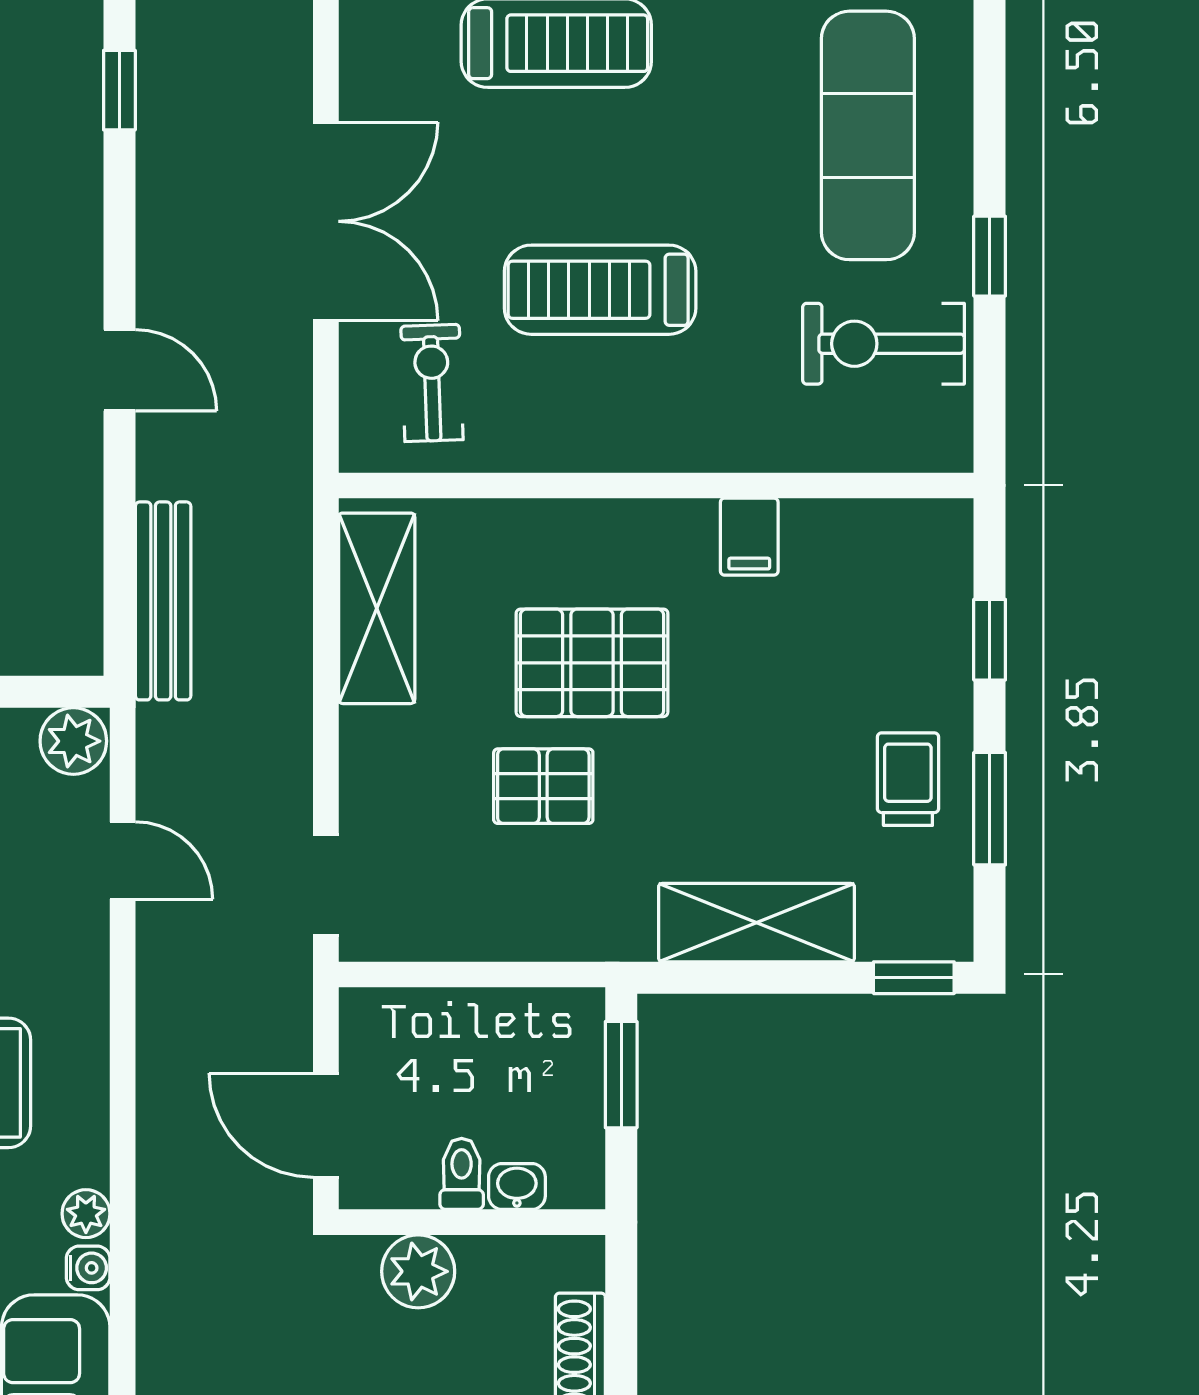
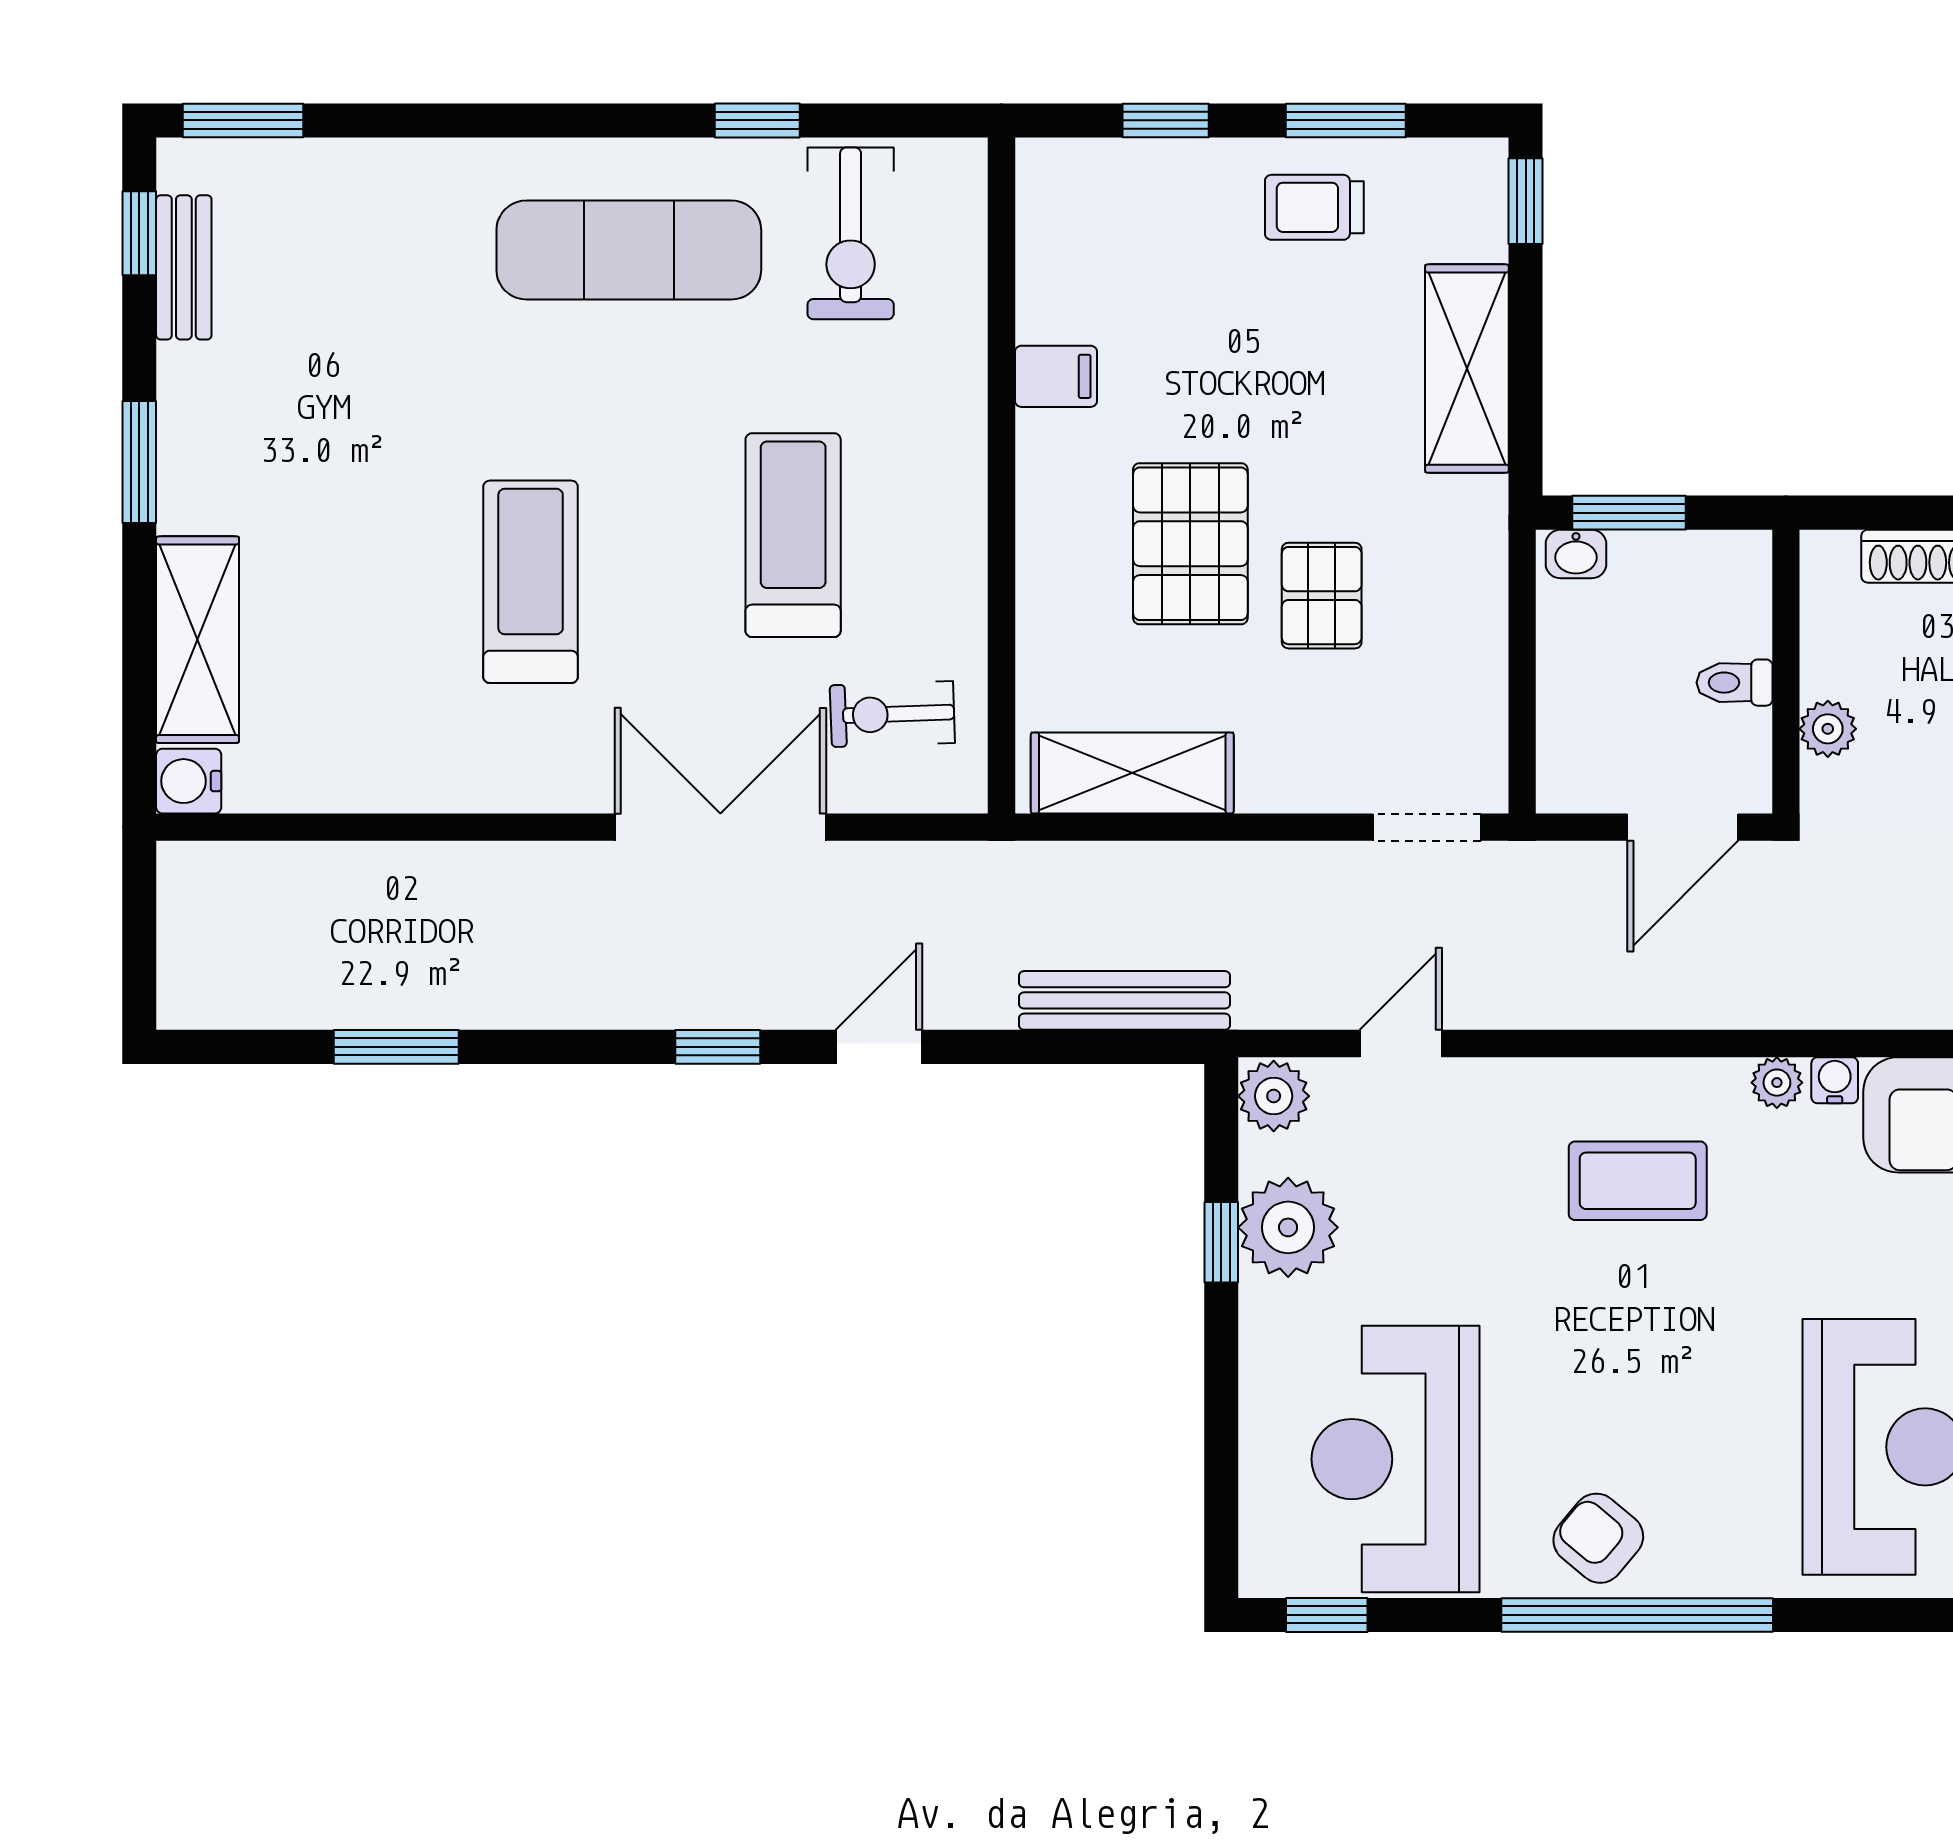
window: (119, 90) -> (718, 1047), moved
treadmill: (600, 290) -> (793, 535), turned 180
washbasin: (517, 1186) -> (1576, 554), moved, turned -90
plant: (418, 1271) -> (1828, 729), width x0.73, depth x0.73

